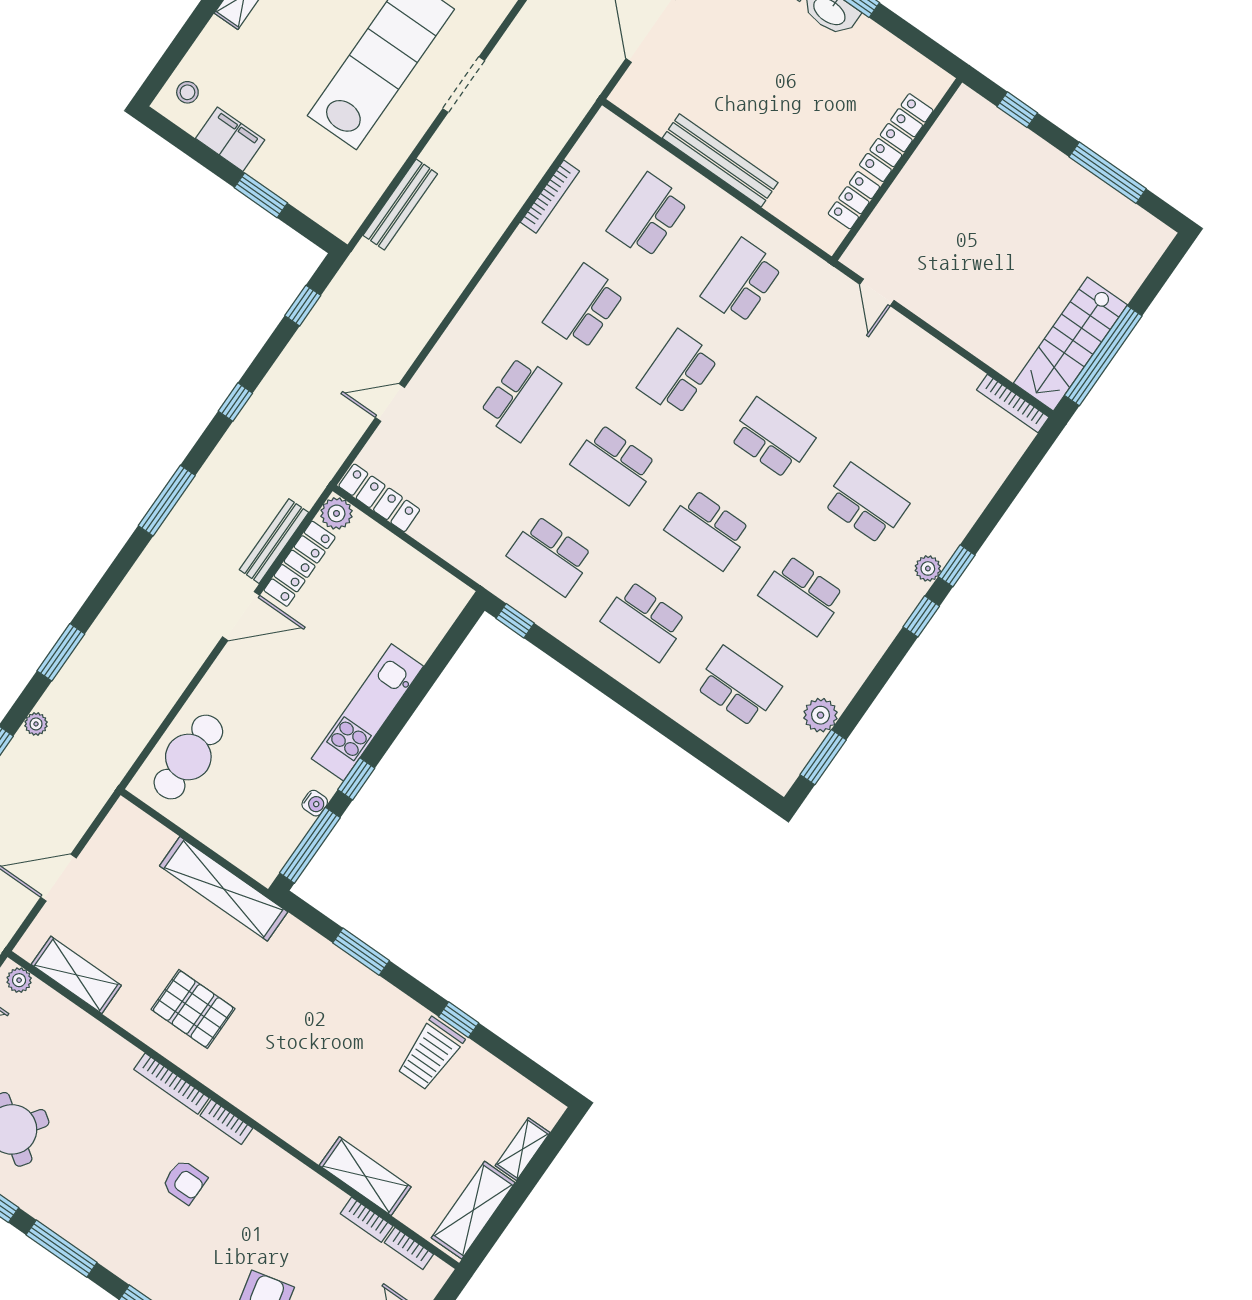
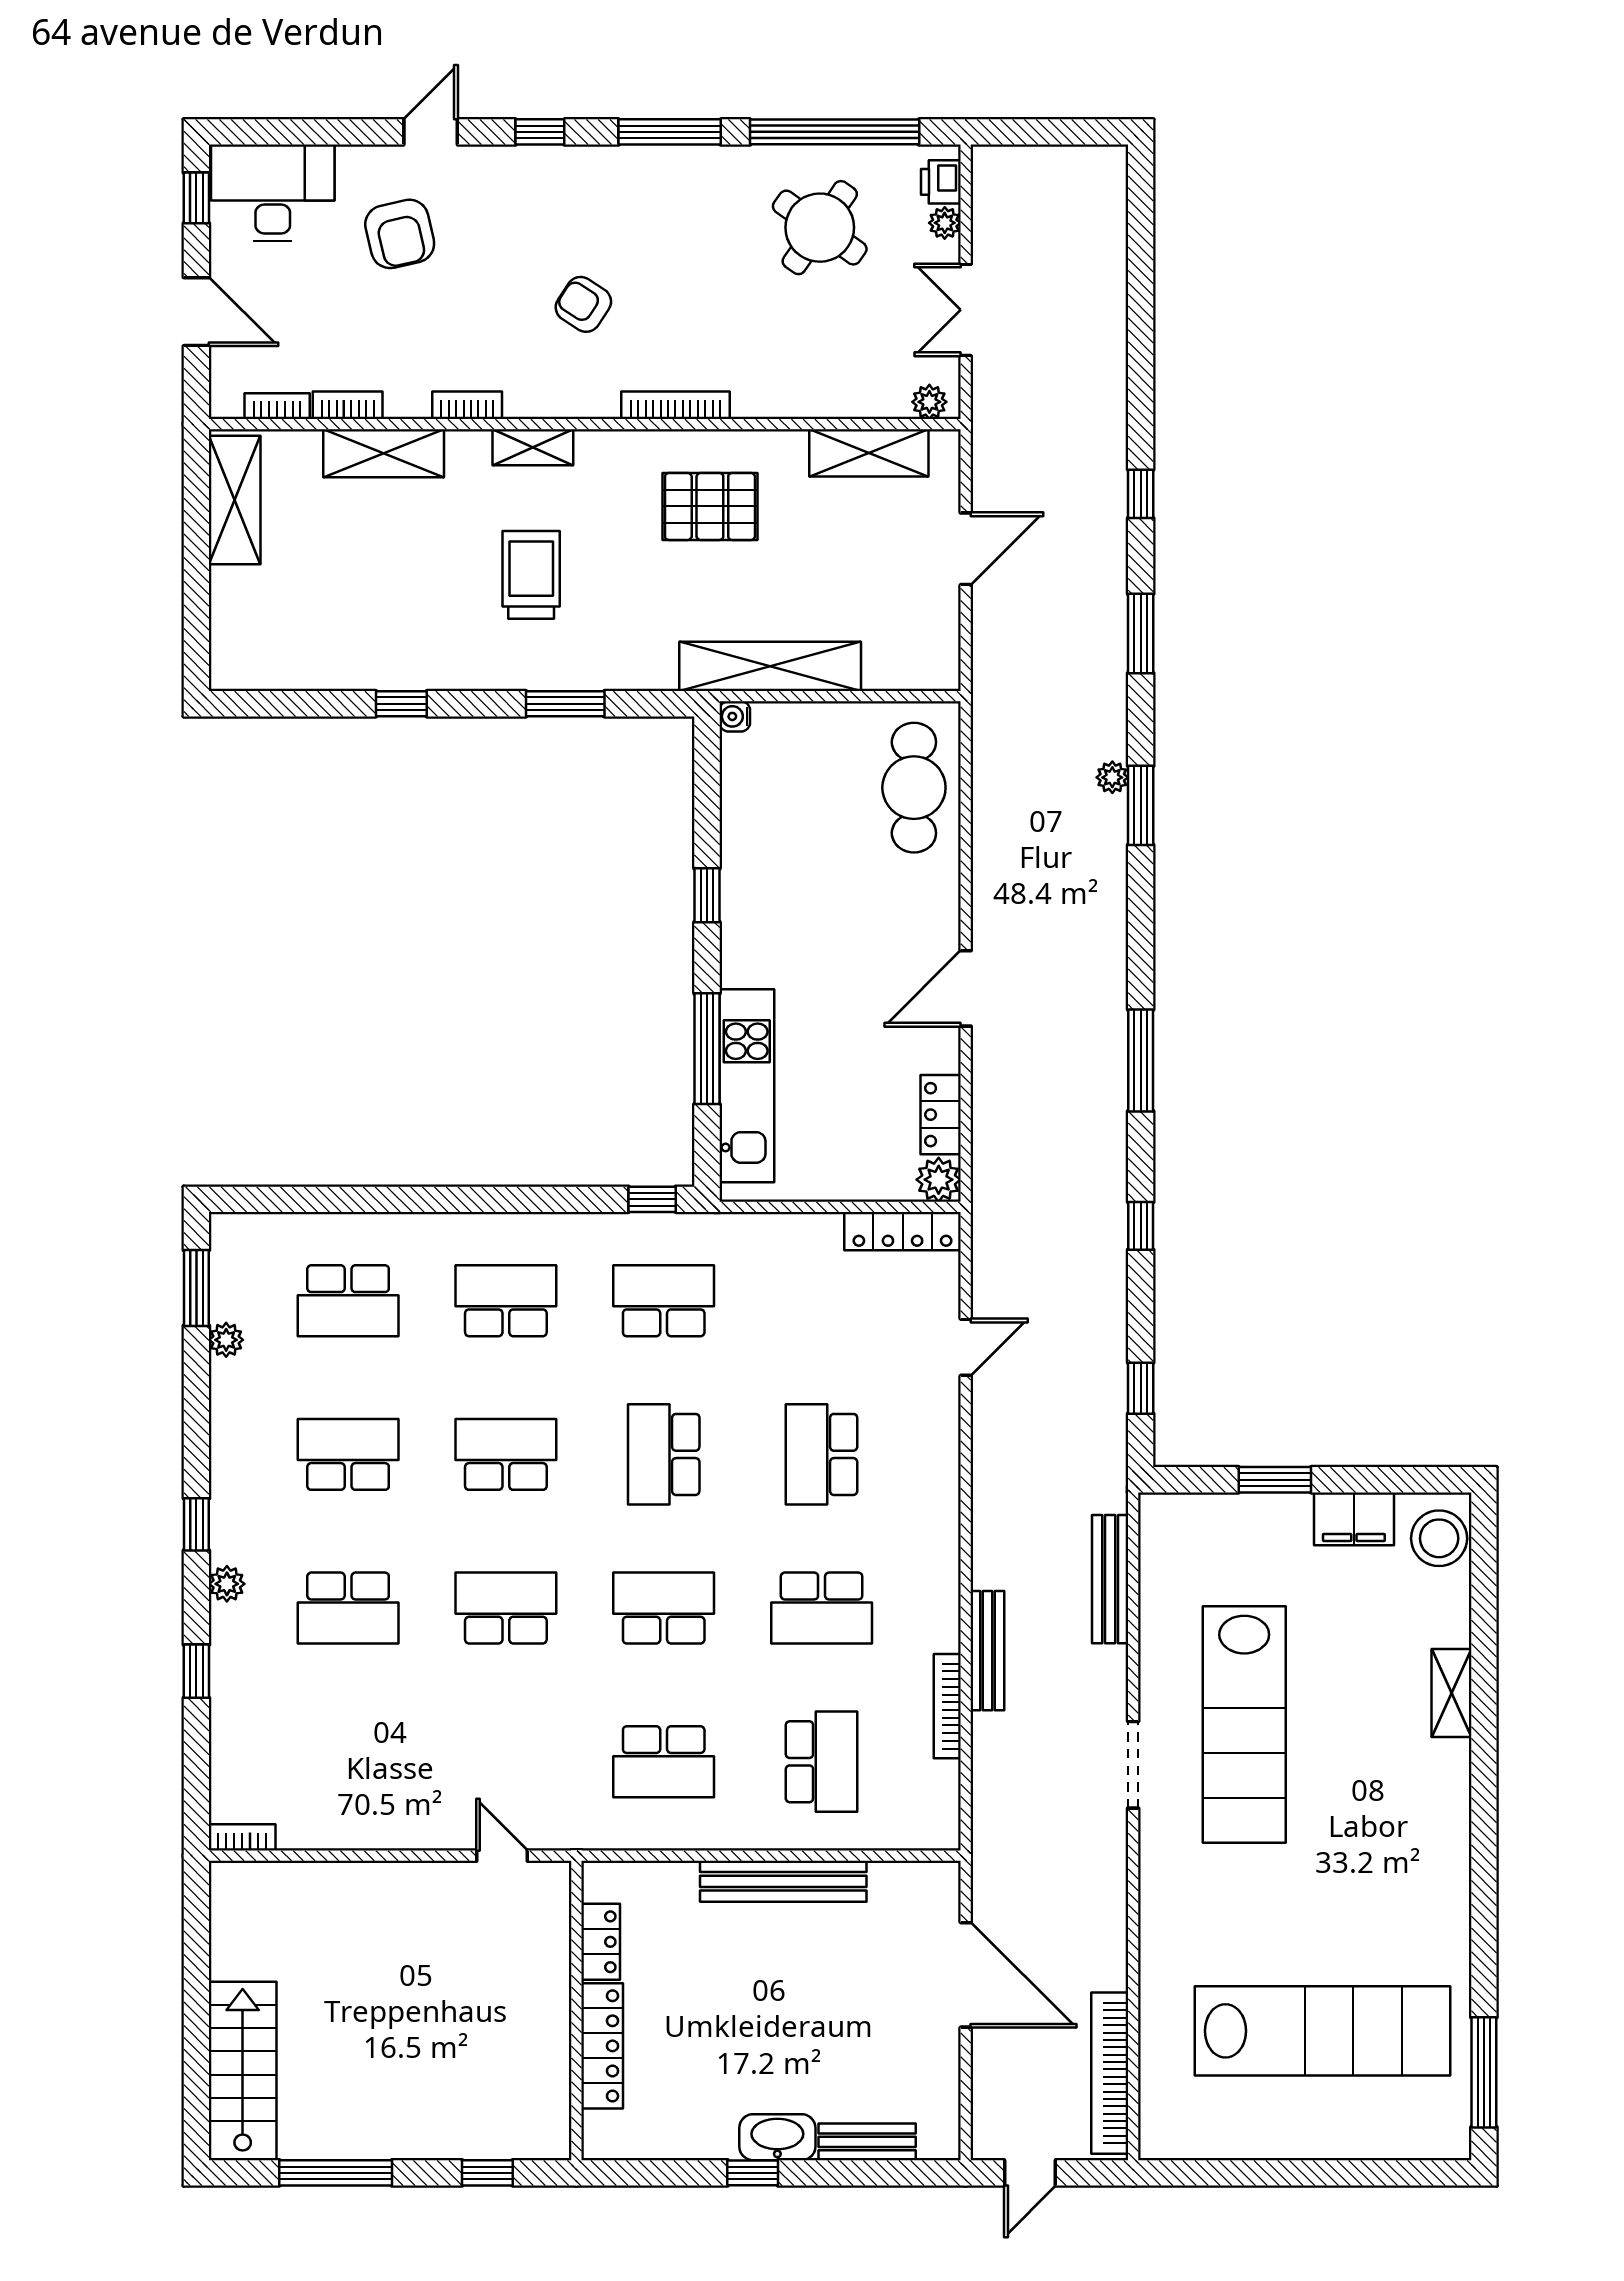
stool: (187, 92) -> (1439, 1538), width x1.89, depth x1.89
school desk: (742, 281) -> (664, 1762), turned 90
school desk: (584, 307) -> (822, 1608), turned 90
stairs: (1070, 344) -> (243, 2071), moved
window: (1103, 356) -> (196, 1963), removed
school desk: (678, 373) -> (664, 1608), turned -90
bookcase: (1013, 403) -> (242, 1837), width x0.64
school desk: (772, 438) -> (506, 1608), turned 180
school desk: (614, 464) -> (664, 1454), turned -90
bench: (274, 541) -> (987, 1651), moved
locker: (300, 564) -> (941, 1115), width x0.66
window: (957, 566) -> (196, 1671), moved
kitchen unit: (367, 712) -> (747, 1086), moved
plant: (820, 715) -> (226, 1340), width x0.73, depth x0.73
plant: (36, 724) -> (1112, 777), moved
water cooler: (315, 803) -> (735, 716), moved
window: (310, 845) -> (707, 1049), moved
trolley: (430, 1054) -> (531, 575), moved
bookcase: (226, 1122) -> (467, 405), moved
shelving: (523, 1149) -> (533, 447), moved, turned 90
armchair: (184, 1182) -> (583, 304), turned 33

